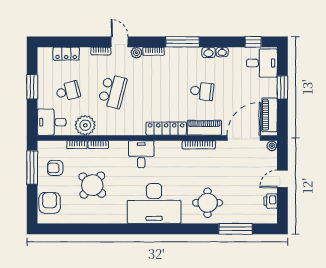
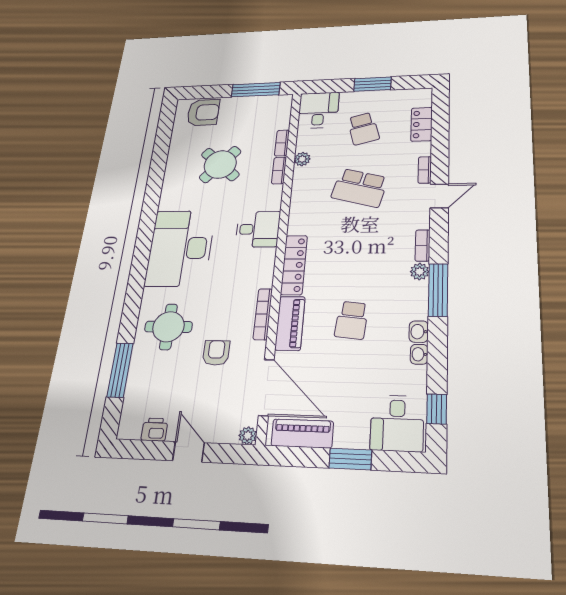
plant: (136, 53) -> (420, 272), moved
plant: (85, 125) -> (302, 159), width x0.53, depth x0.53
armchair: (55, 168) -> (216, 353), moved

